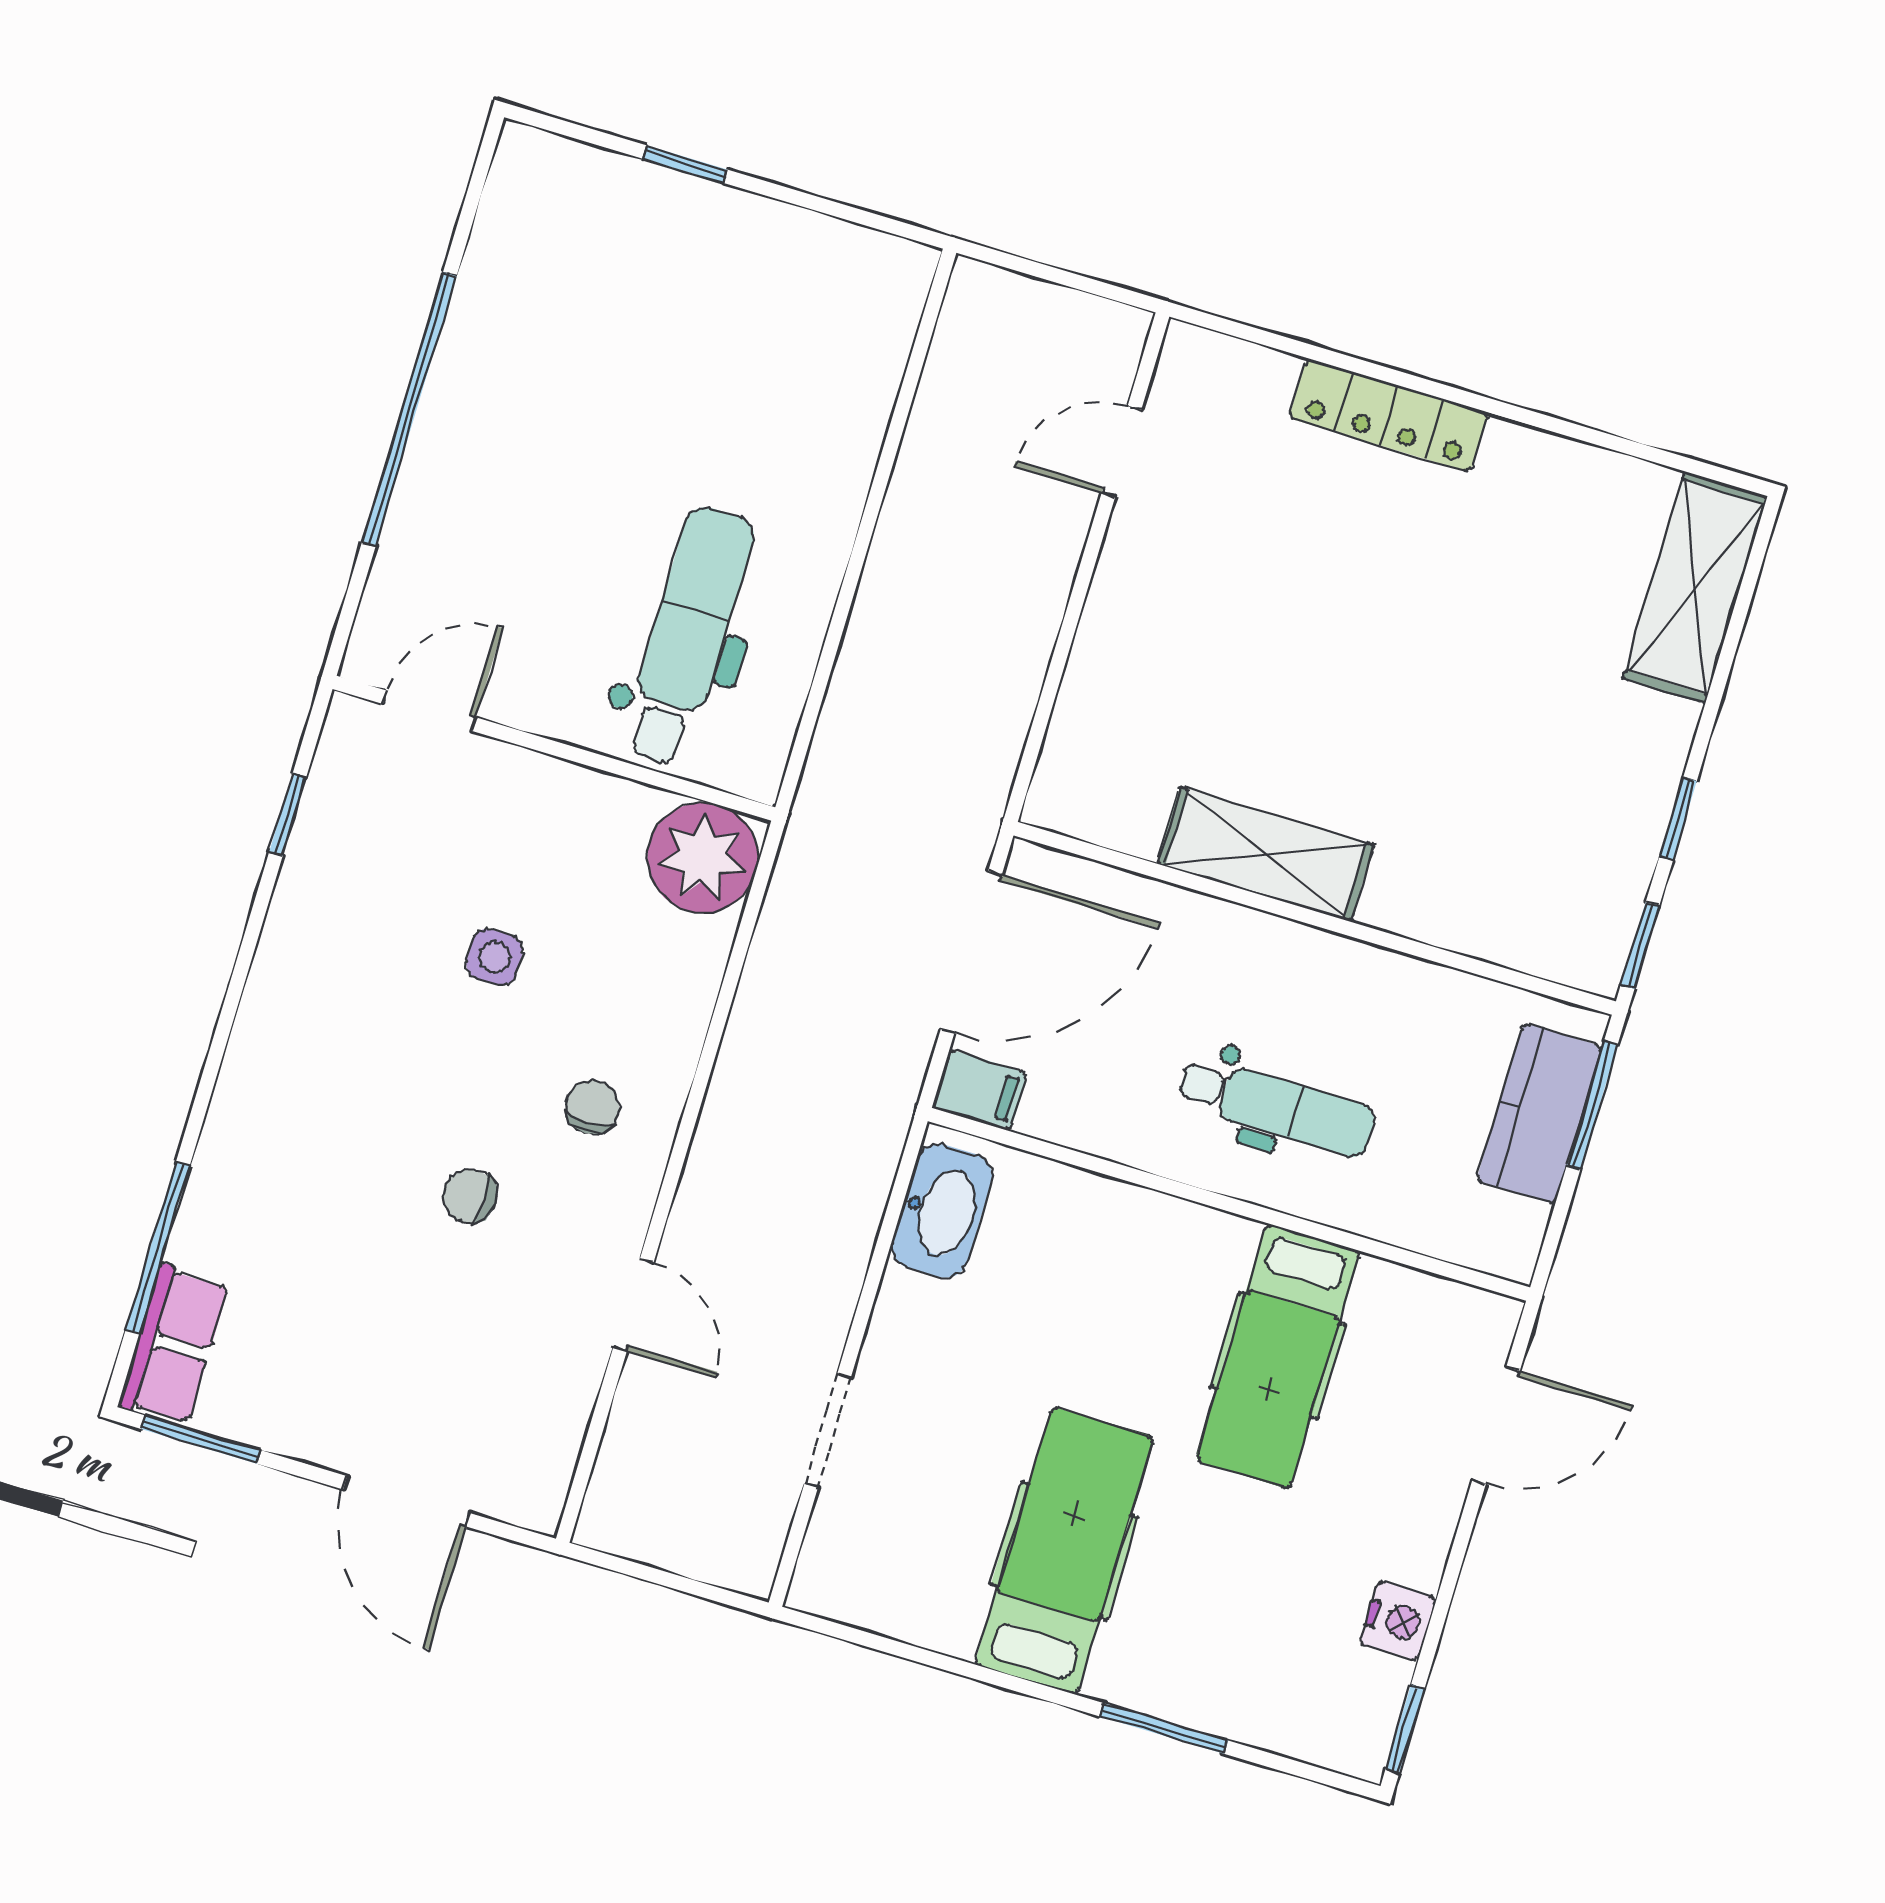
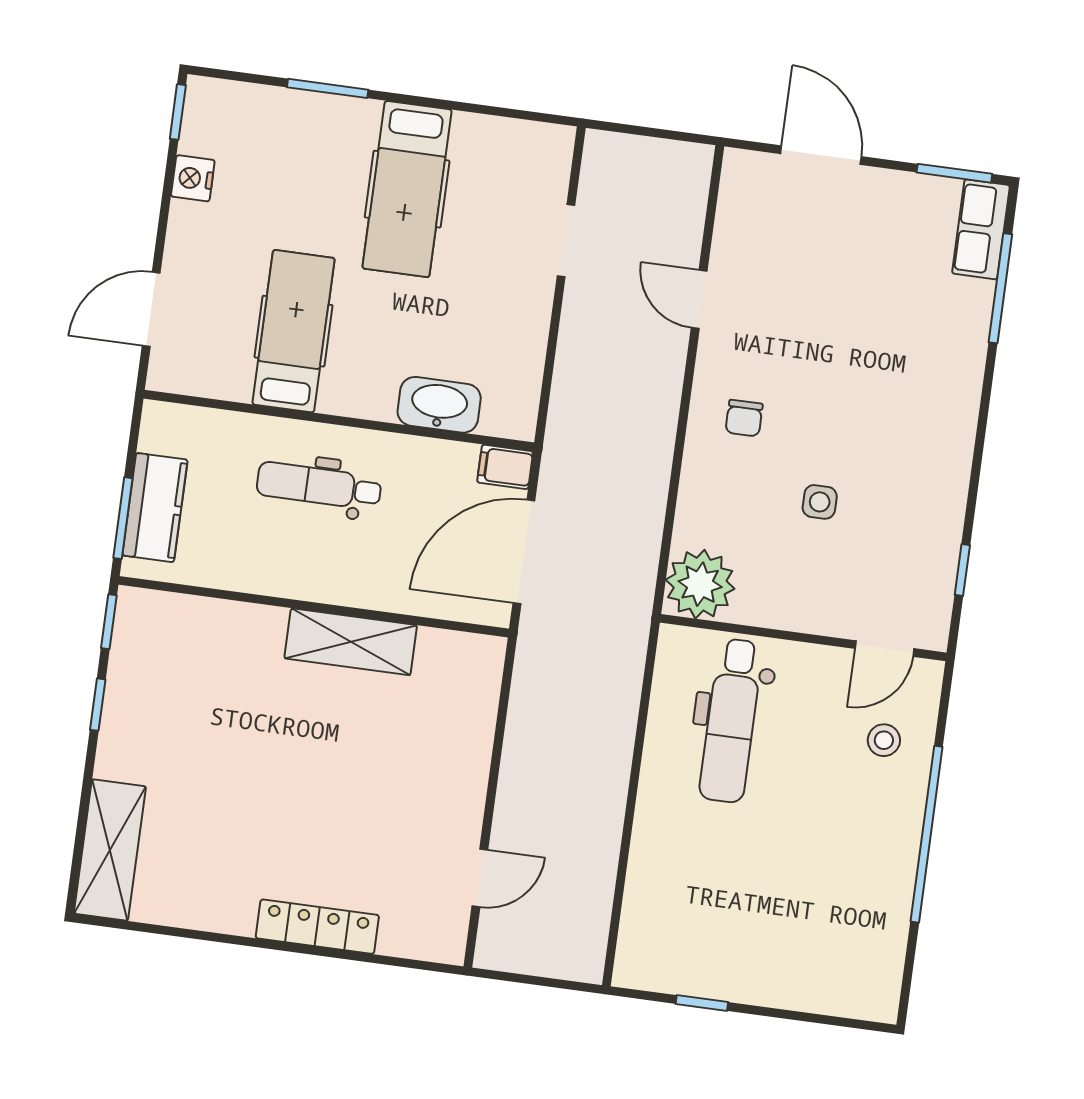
window: (685, 164) -> (702, 1003), moved
stool: (453, 567) -> (884, 740), added
chair: (470, 1196) -> (812, 351), removed
washbasin: (942, 1211) -> (439, 405), moved, turned 90

